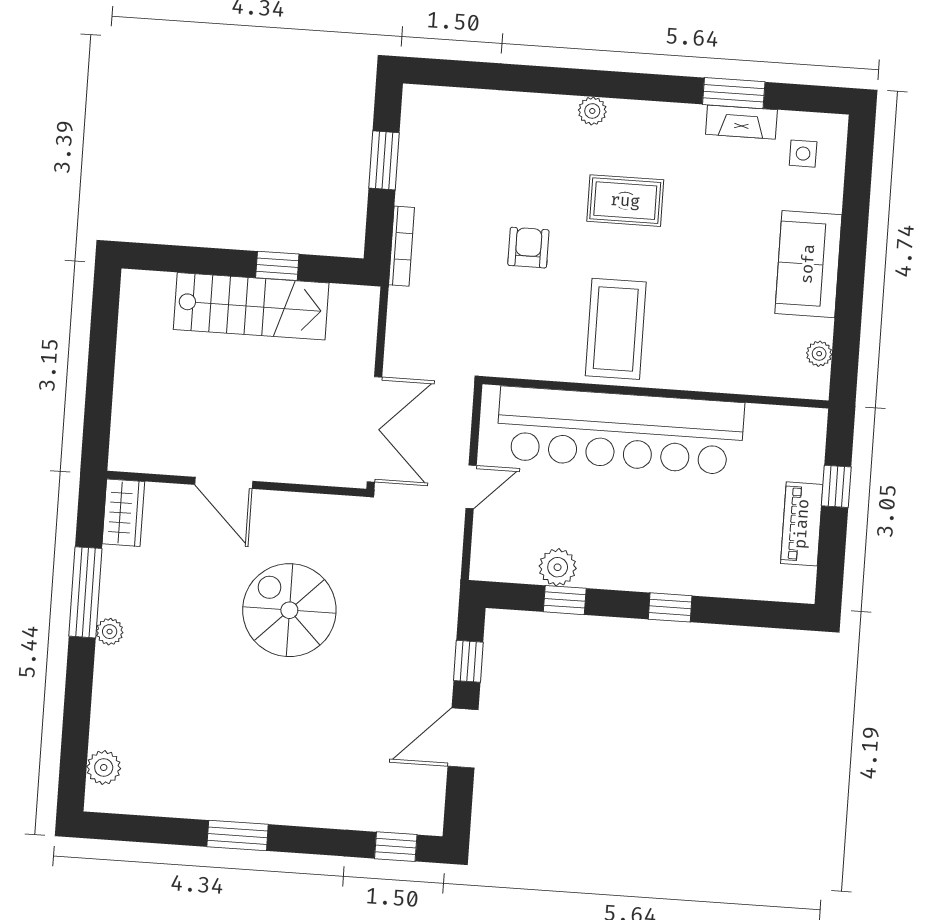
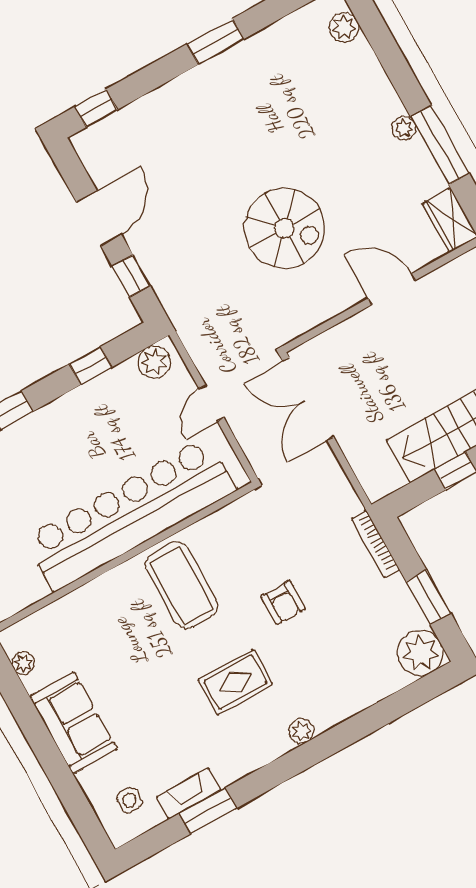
plant: (427, 112) -> (420, 653), added
plant: (558, 567) -> (154, 362), moved

